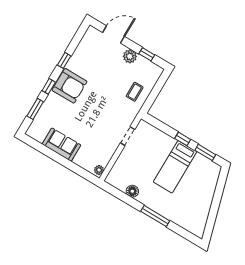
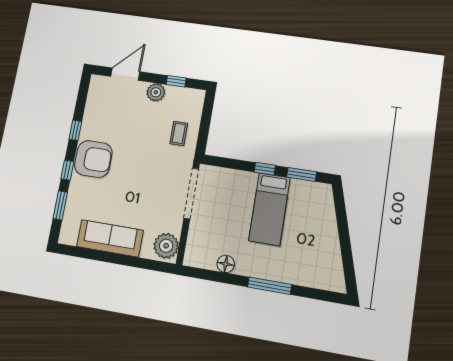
doorway: (128, 136) -> (191, 194), width x1.88
sofa: (61, 145) -> (110, 238), width x1.36
plant: (99, 170) -> (166, 246), width x1.87, depth x1.87

